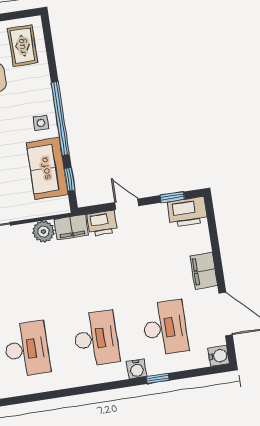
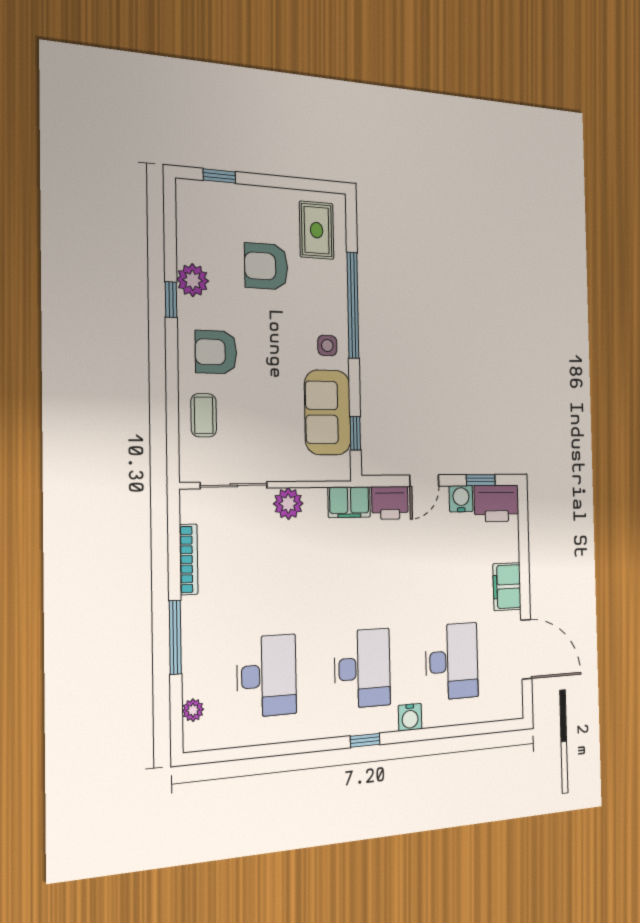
window: (60, 118) -> (353, 305), moved
door: (127, 204) -> (424, 481), swing flipped
plant: (43, 232) -> (288, 504), moved
water cooler: (219, 356) -> (461, 499), moved, turned -90
window: (158, 379) -> (365, 740), moved

